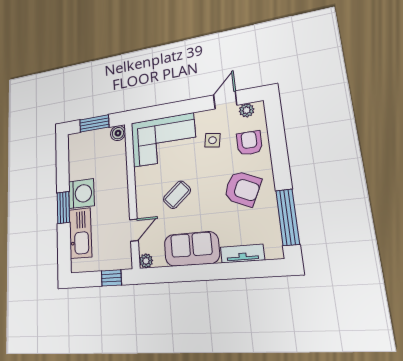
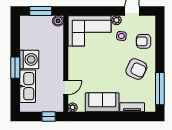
plant: (247, 110) -> (116, 20), moved
armchair: (249, 143) -> (144, 41), turned -90
coffee table: (177, 195) -> (96, 68), removed

